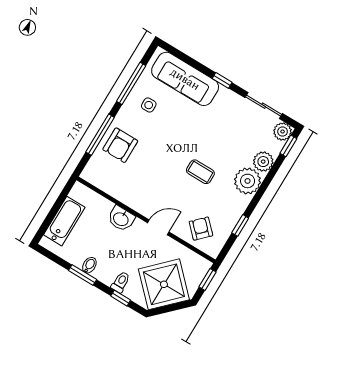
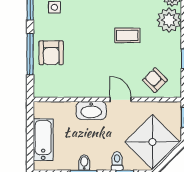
washbasin: (121, 219) -> (91, 111), width x1.38
door: (158, 227) -> (121, 100), hinge flipped

